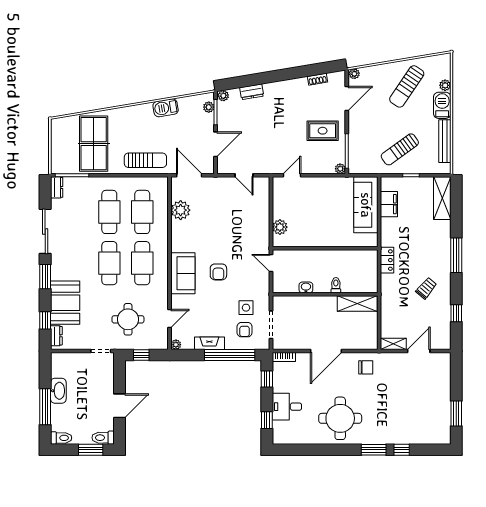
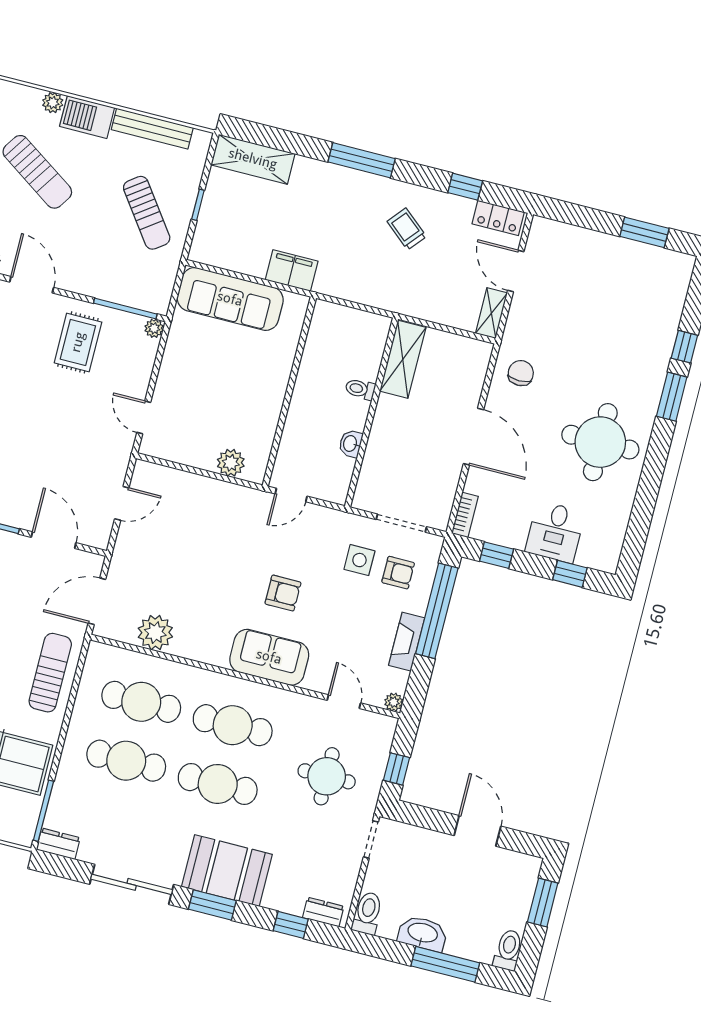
filing cabinet: (389, 204) -> (292, 271), moved
locker: (387, 260) -> (498, 218), moved, turned 180
booth: (65, 303) -> (227, 871), moved
toilet: (103, 438) -> (367, 913), moved, turned 180

